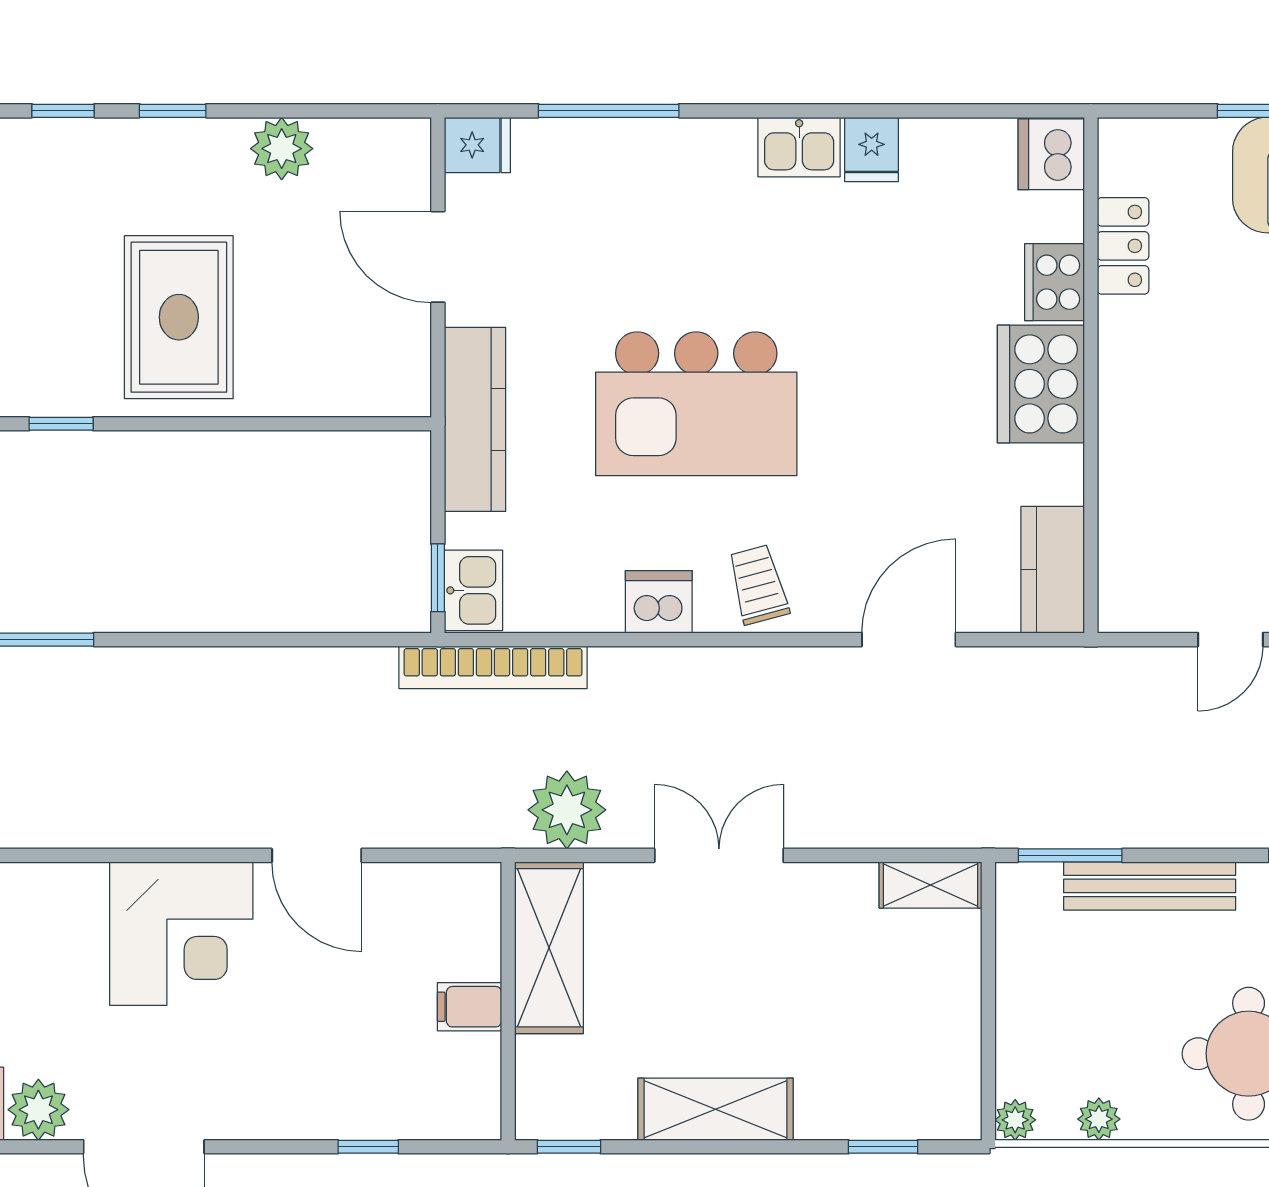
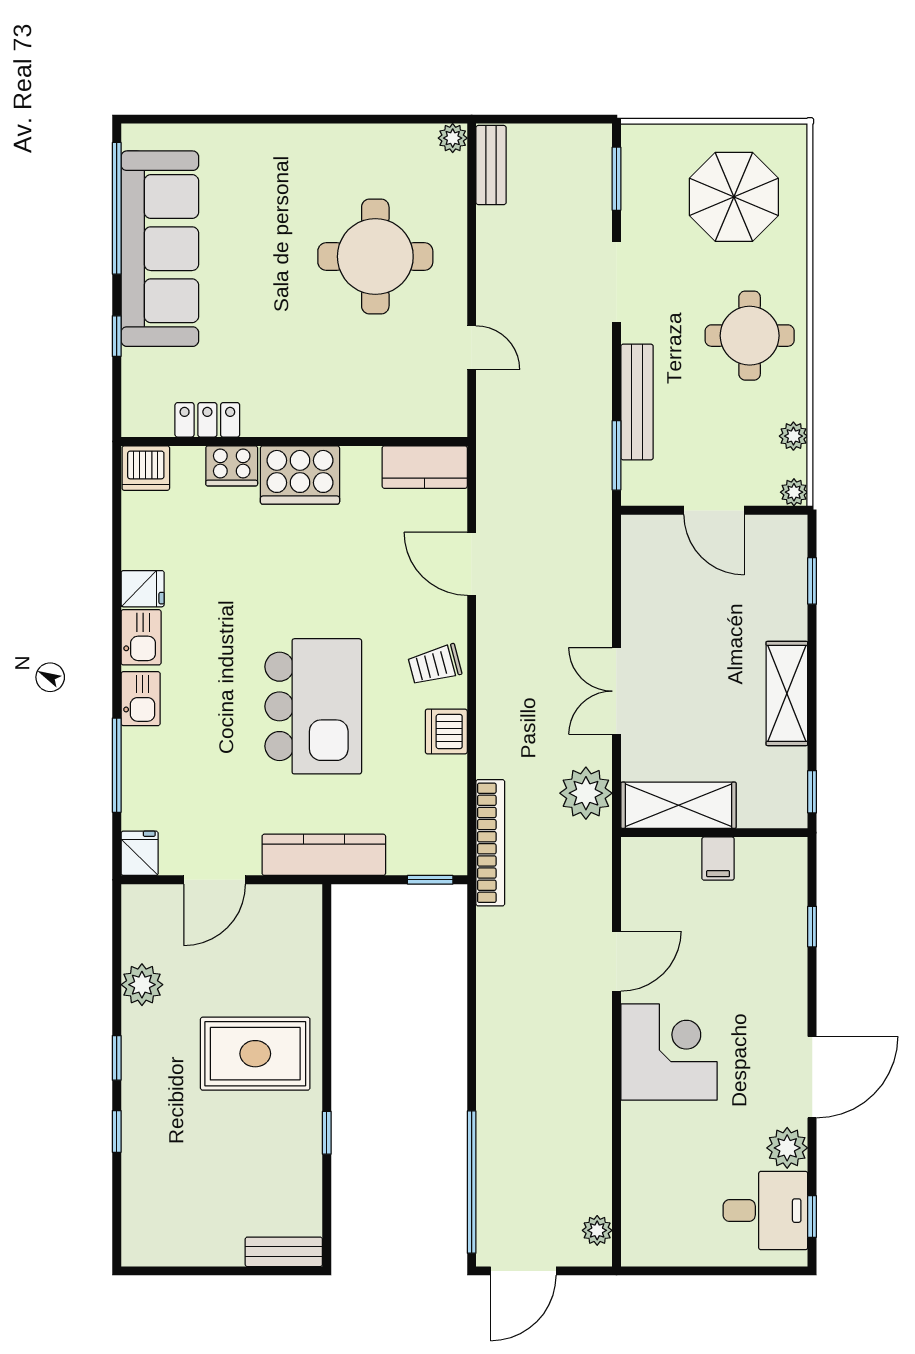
kitchen sink: (474, 590) -> (141, 699), moved, turned 90
shelving: (930, 885) -> (636, 549), removed
door: (988, 1001) -> (714, 510), added

